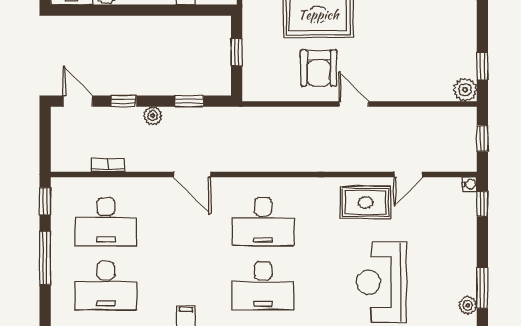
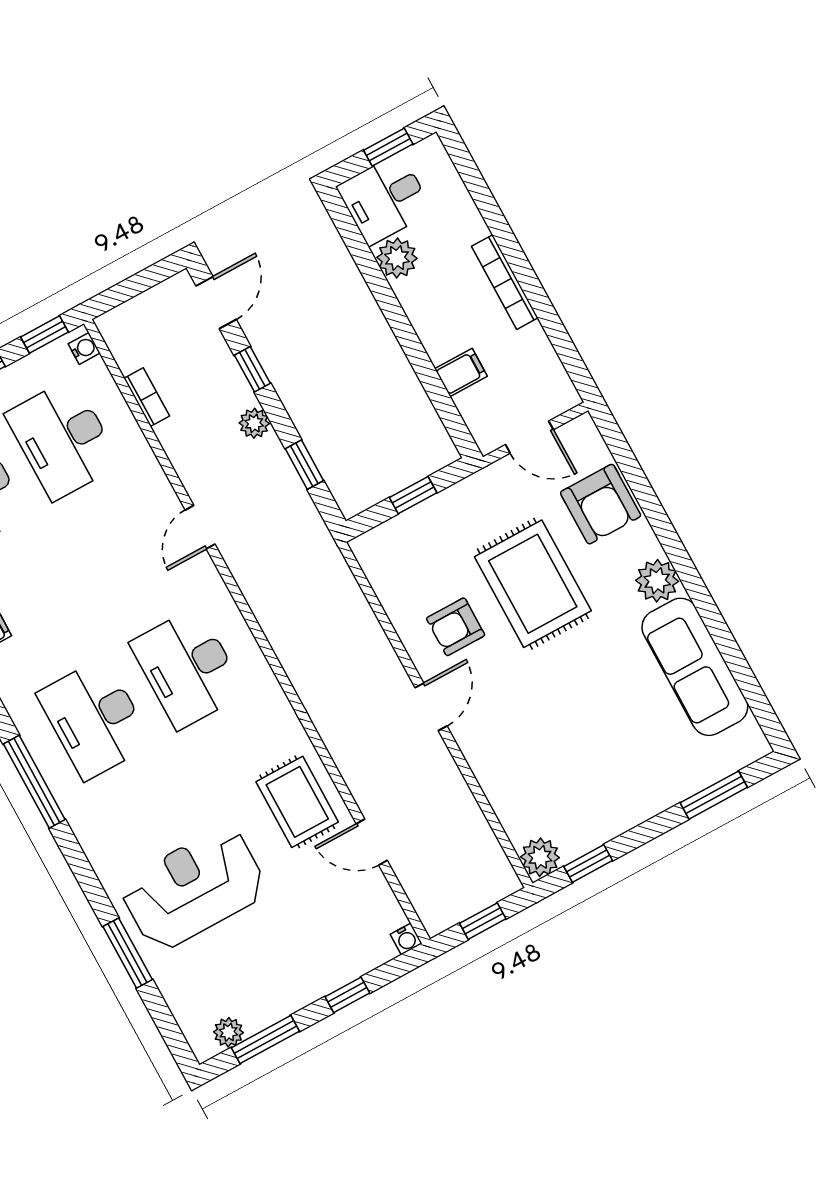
armchair: (319, 68) -> (456, 627), width x0.72, depth x0.72
door: (192, 174) -> (200, 527), width x0.73
water cooler: (64, 184) -> (84, 348), added
window: (482, 204) -> (347, 995), moved

